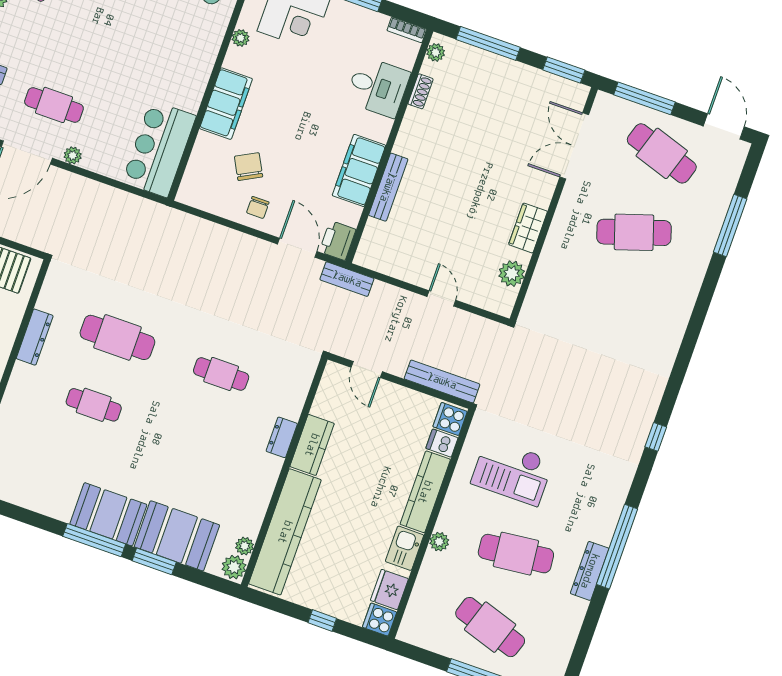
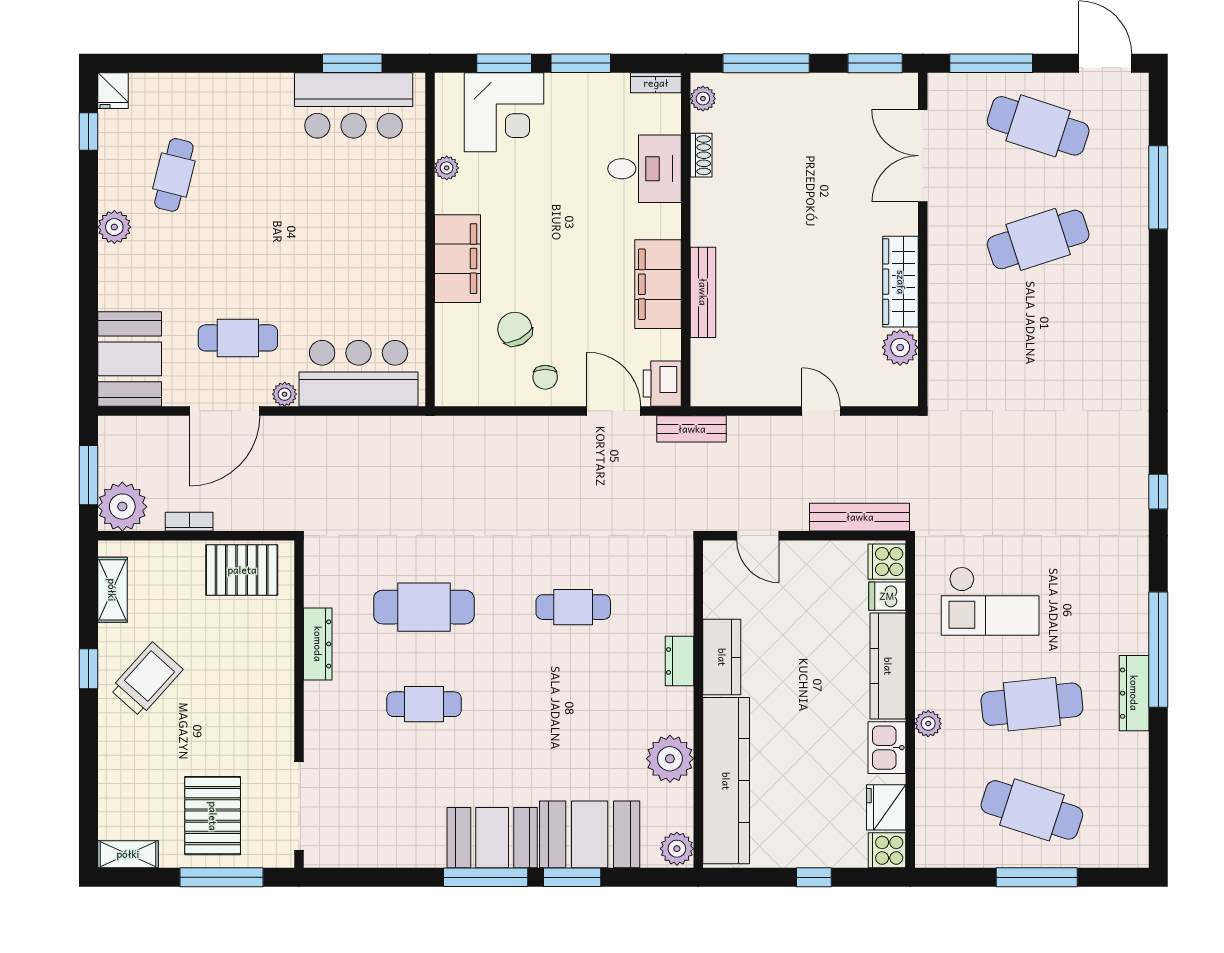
bar counter: (159, 149) -> (359, 373), moved, turned 90
wardrobe: (528, 228) -> (901, 282), width x1.50
plant: (245, 546) -> (670, 759), moved, width x1.88, depth x1.88

